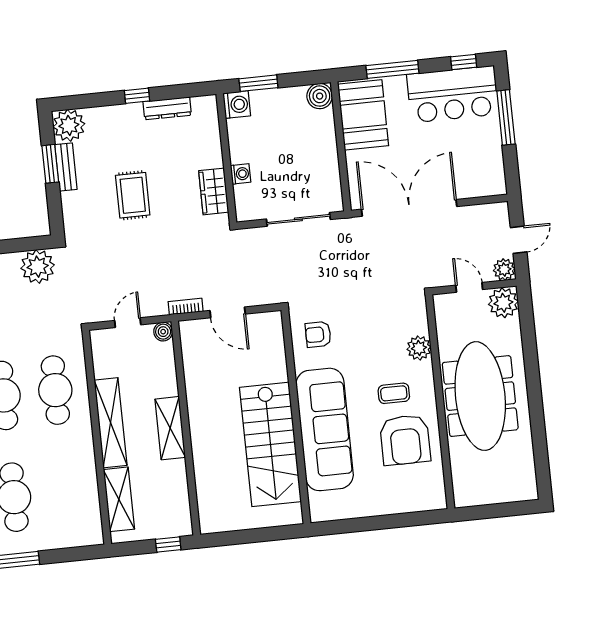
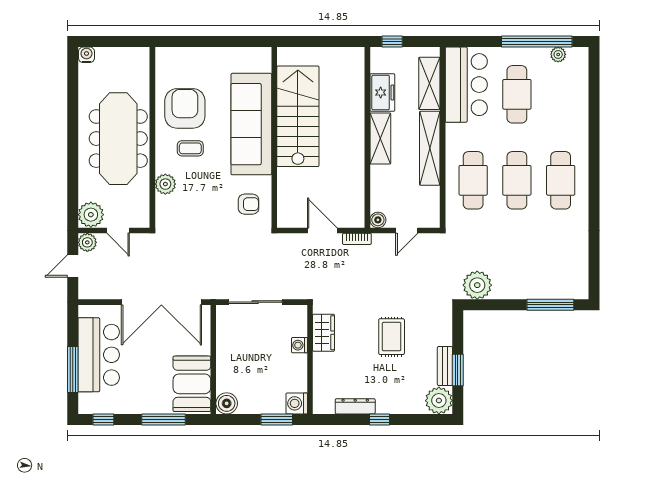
bar counter: (453, 94) -> (99, 355), moved, turned 90
freezer: (173, 483) -> (382, 92), added
water cooler: (528, 491) -> (86, 55), added
bar counter: (75, 502) -> (466, 85), added

